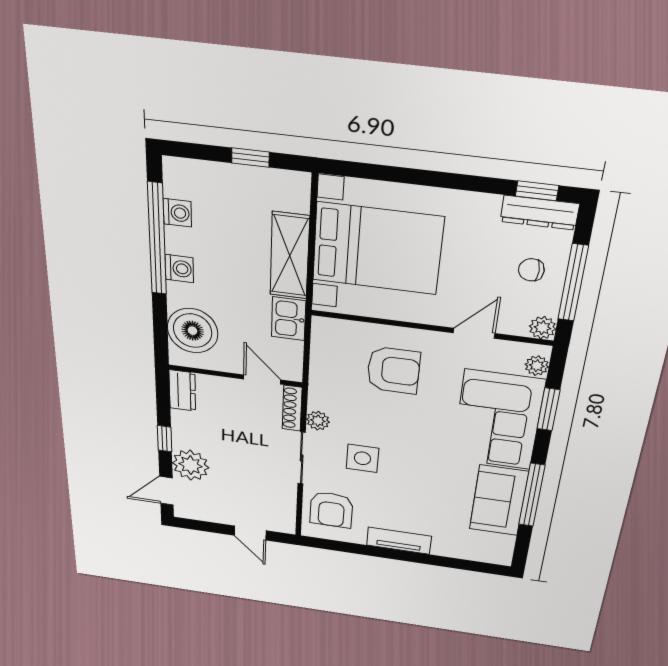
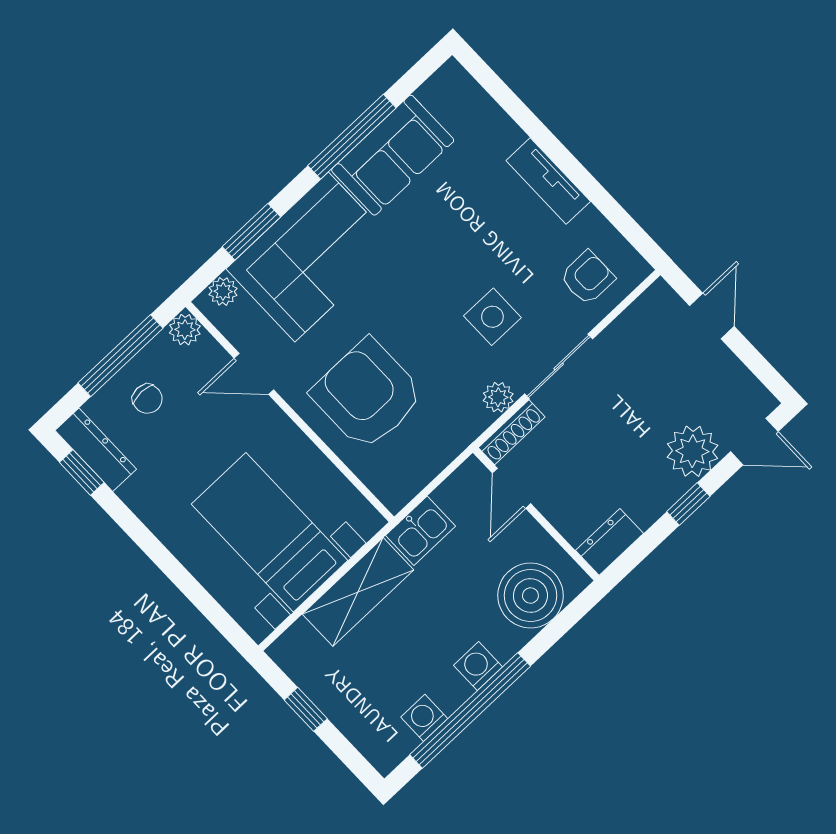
bed with nightstands: (377, 249) -> (270, 532), width x0.73
armchair: (393, 370) -> (367, 394), width x1.36, depth x1.36
armchair: (331, 510) -> (587, 278), width x0.72, depth x0.72

